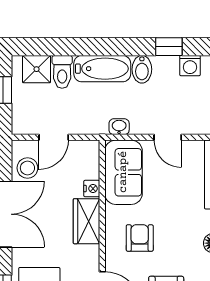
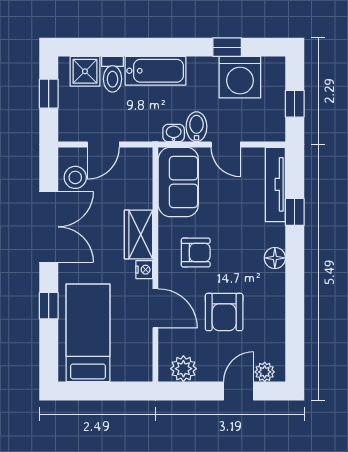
washing machine: (190, 66) -> (240, 77), width x1.89, depth x1.89
bidet: (142, 69) -> (197, 127), moved, turned 180
nightstand: (92, 189) -> (144, 270), moved
armchair: (140, 238) -> (196, 253), turned 90

